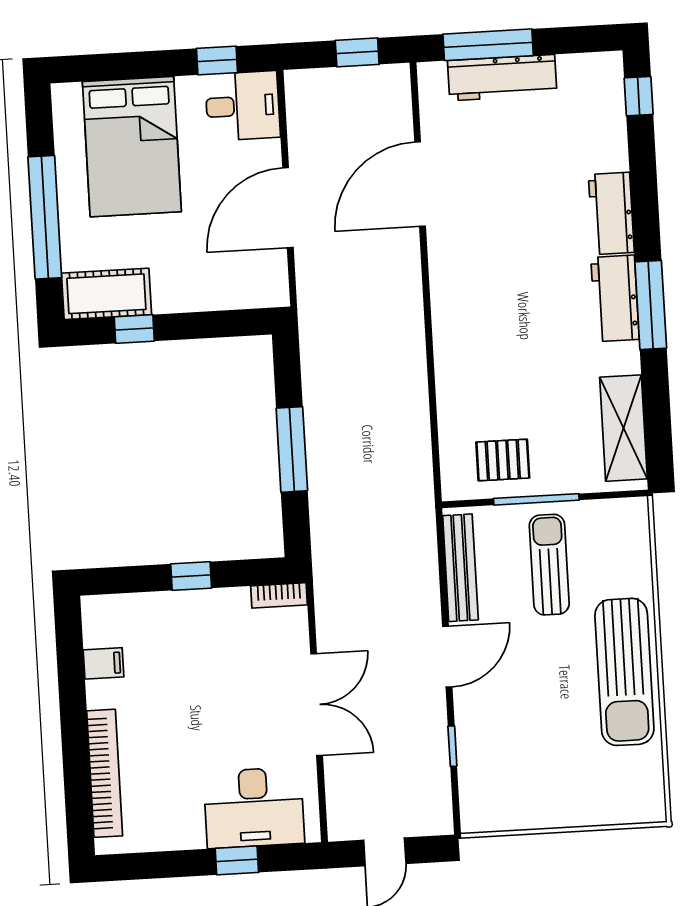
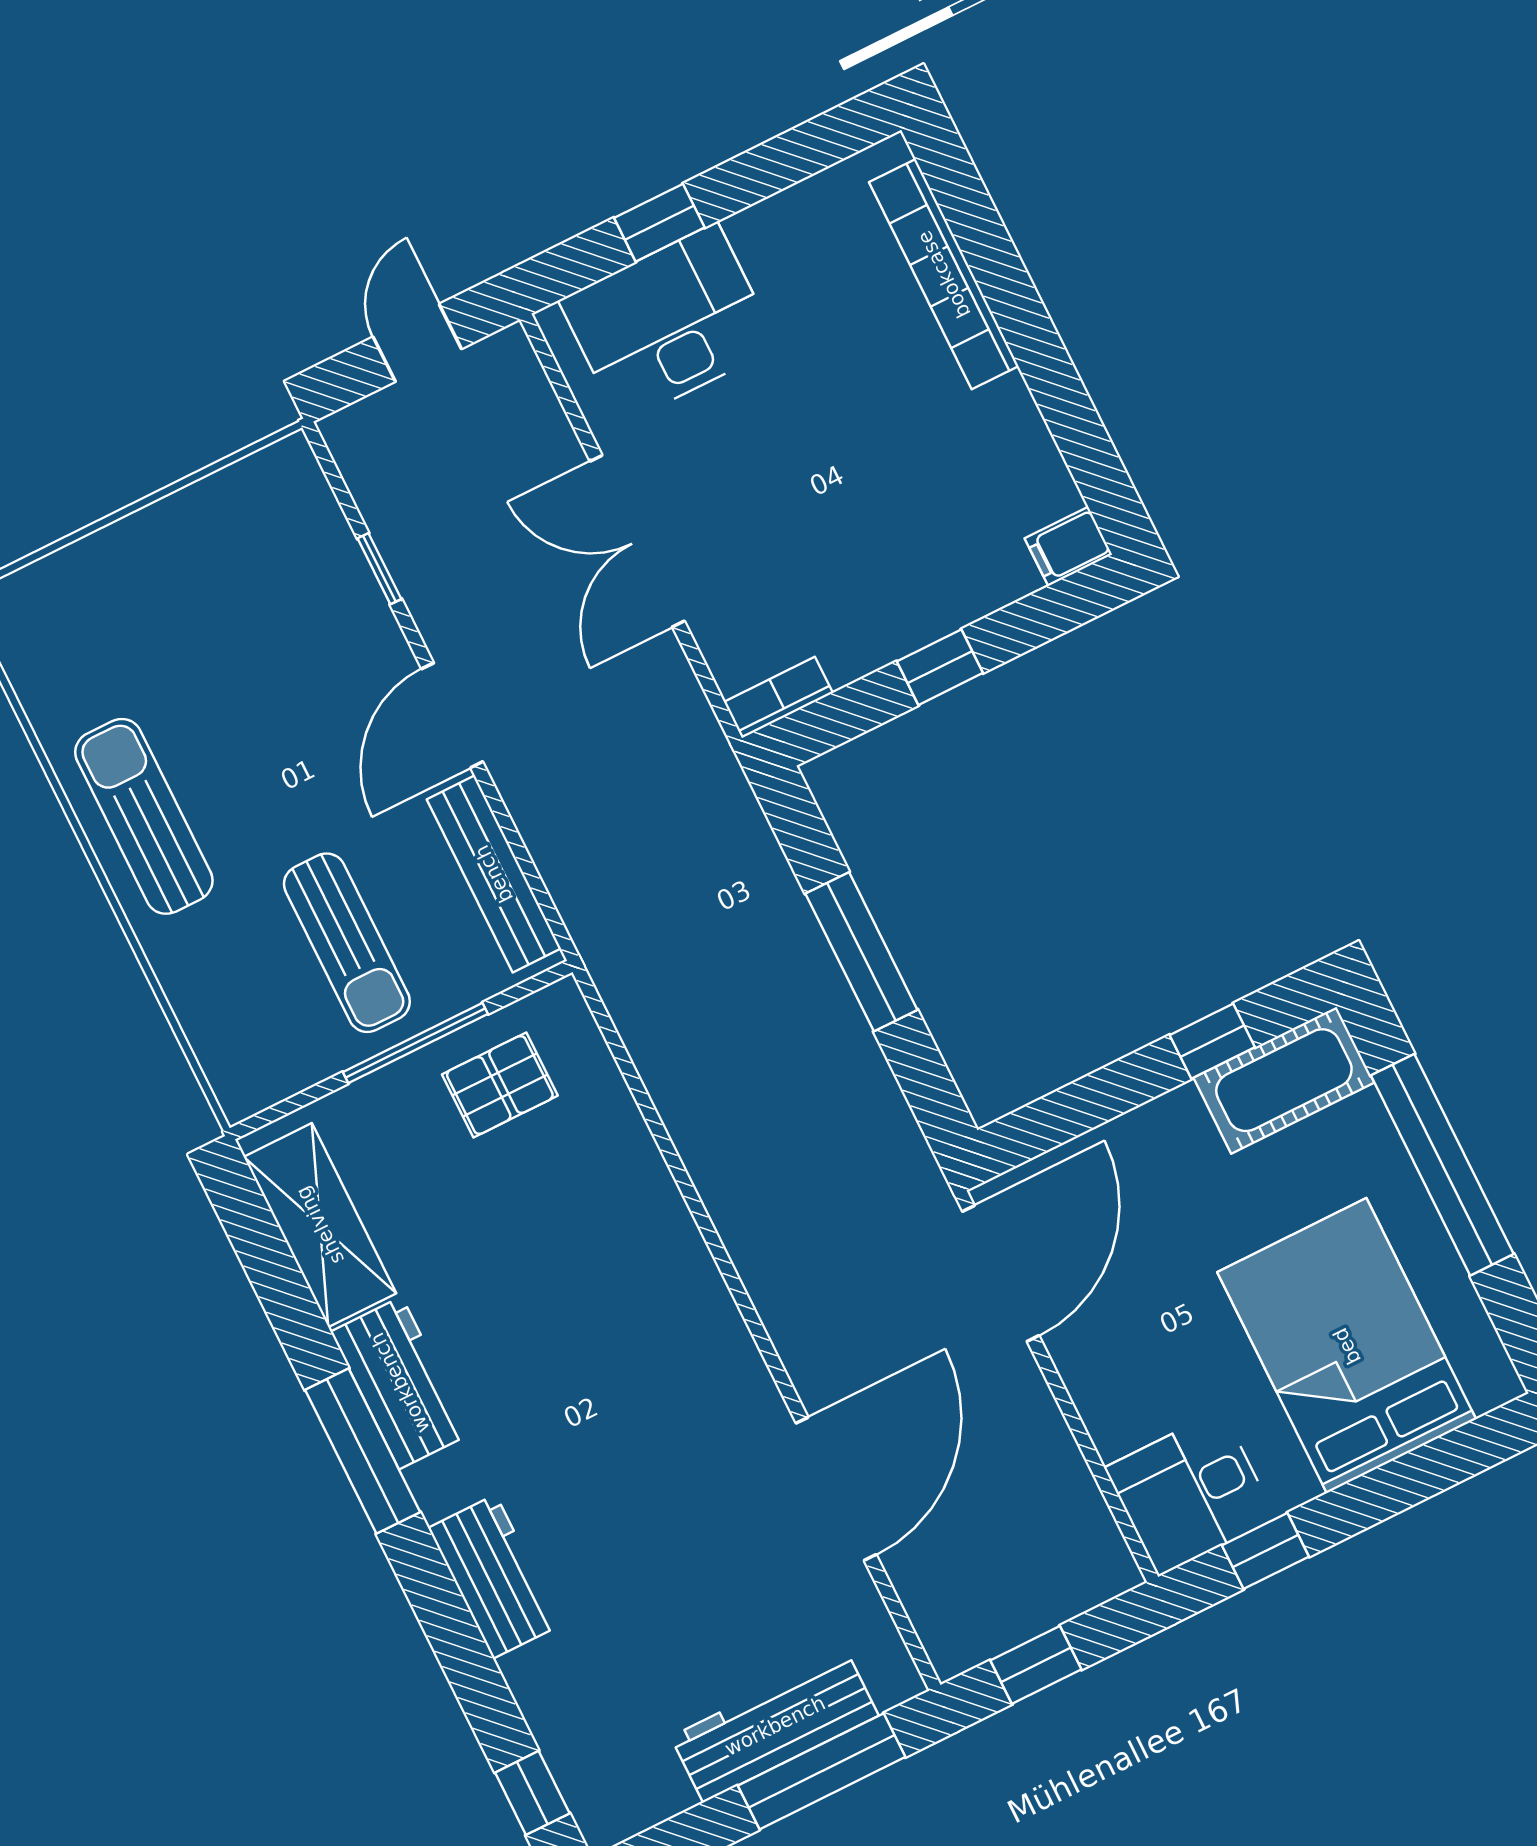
door: (288, 208) -> (1001, 1273), moved
workbench: (615, 298) -> (400, 1383), moved
filing cabinet: (103, 663) -> (1068, 546), moved
sun lounger: (624, 672) -> (144, 816), width x0.73, depth x0.75

